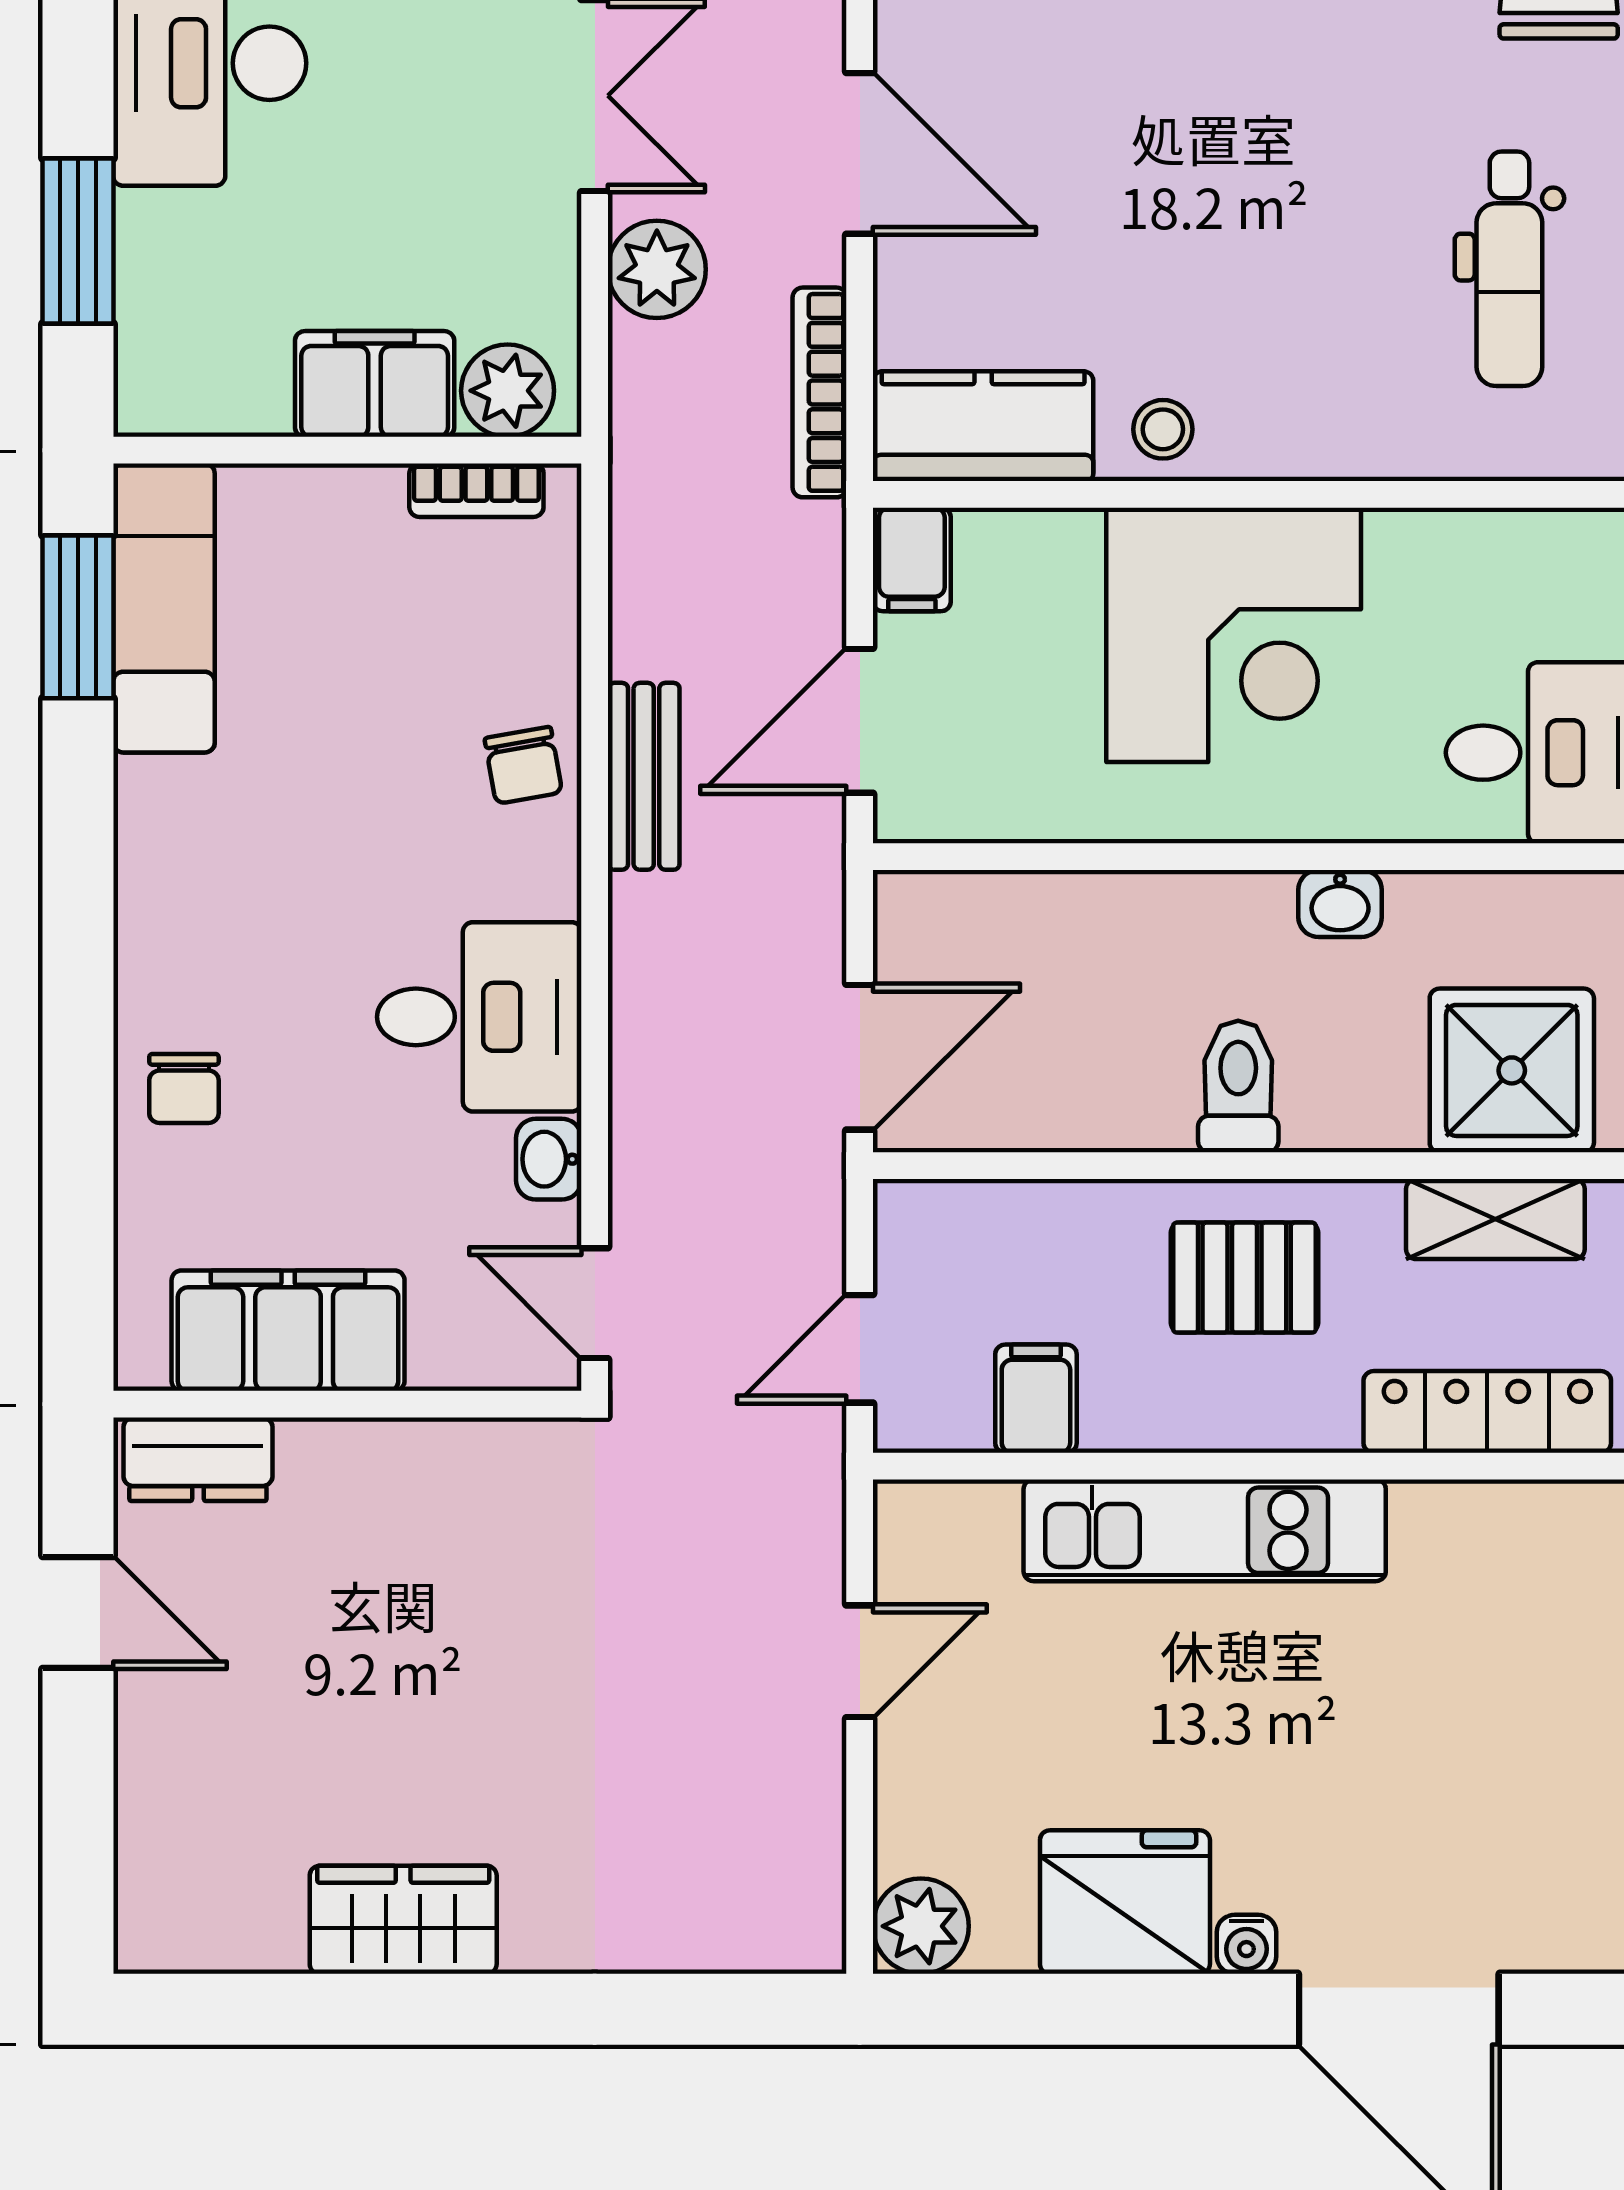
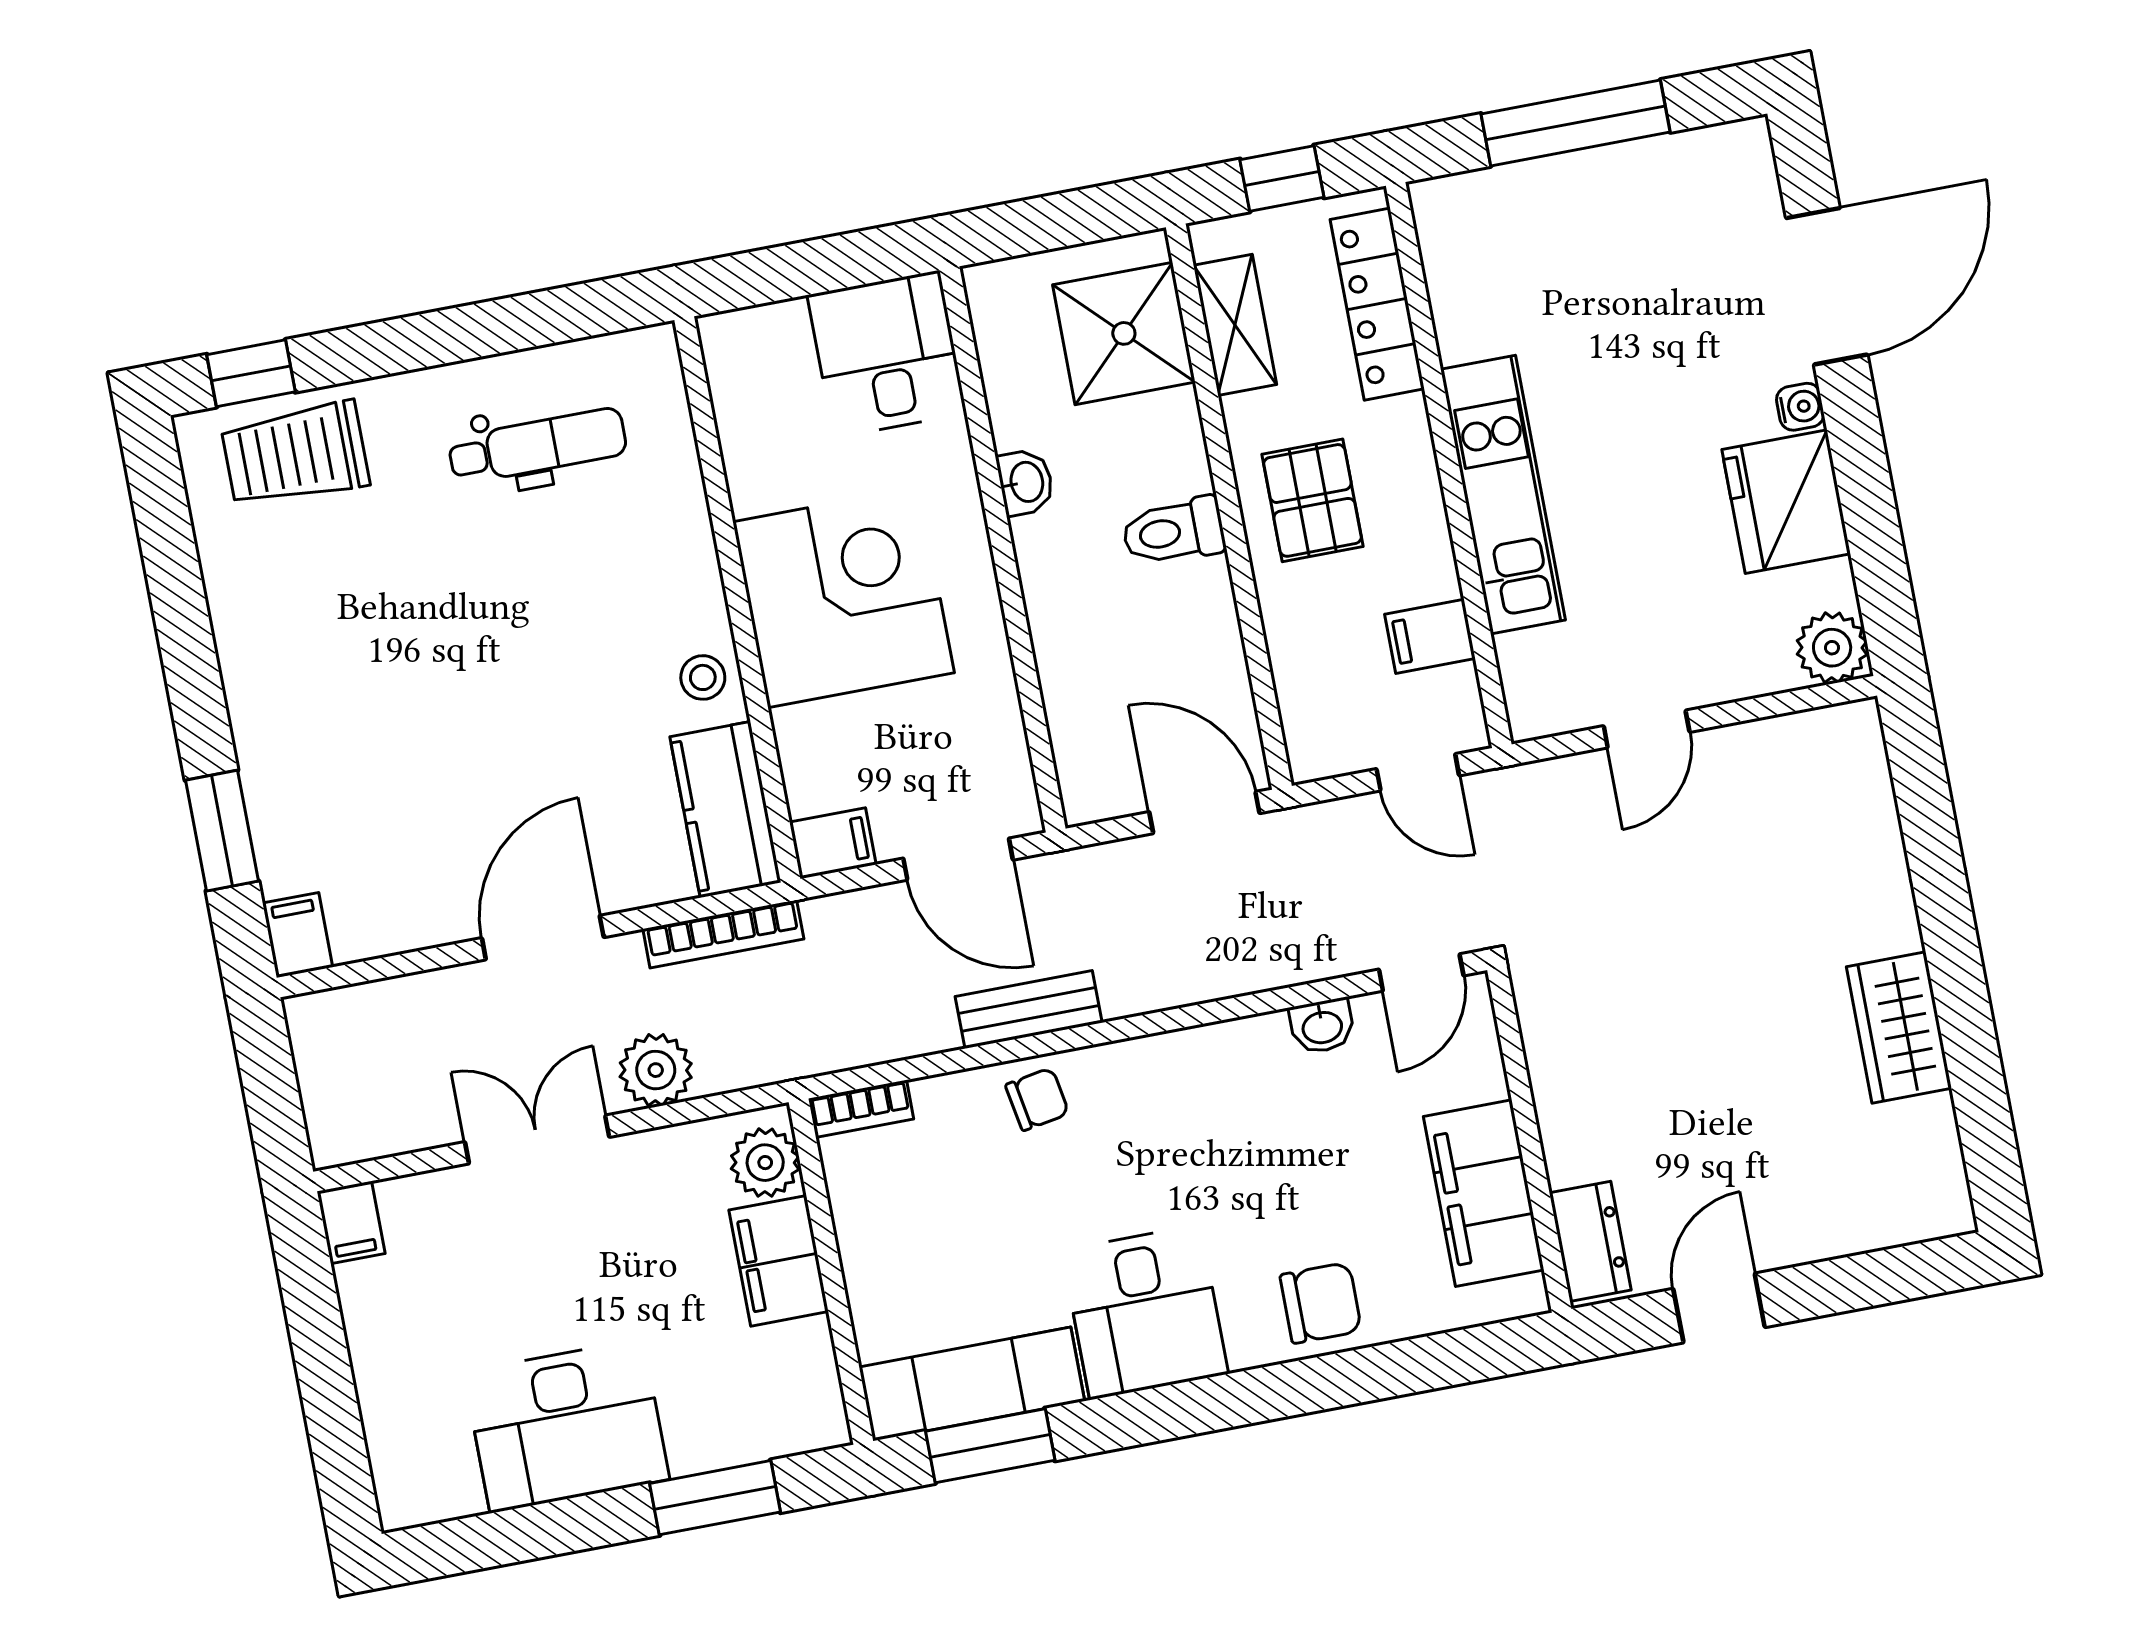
bookcase: (476, 490) -> (861, 1109), moved, turned 90
desk: (479, 1017) -> (1145, 1312), moved, turned 180
chair: (184, 1088) -> (1321, 1303), width x1.37, depth x1.37
door: (860, 1661) -> (1647, 729), swing flipped

